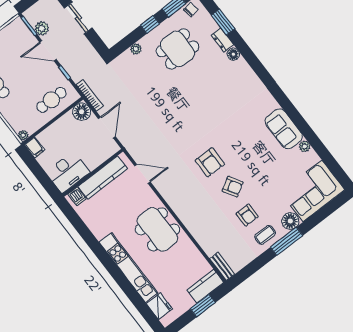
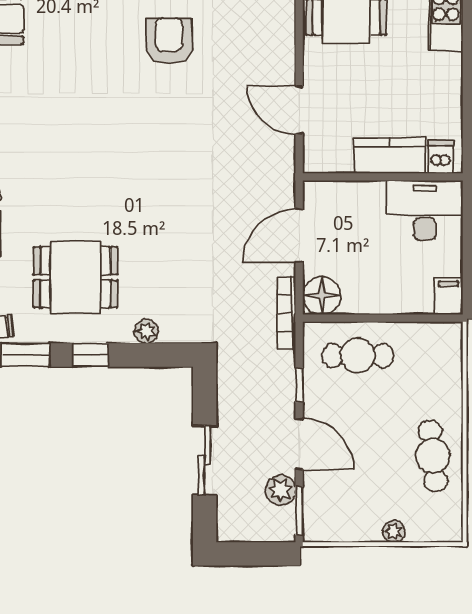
plant: (23, 135) -> (452, 332), removed
kitchen counter: (103, 178) -> (390, 155), width x0.67

